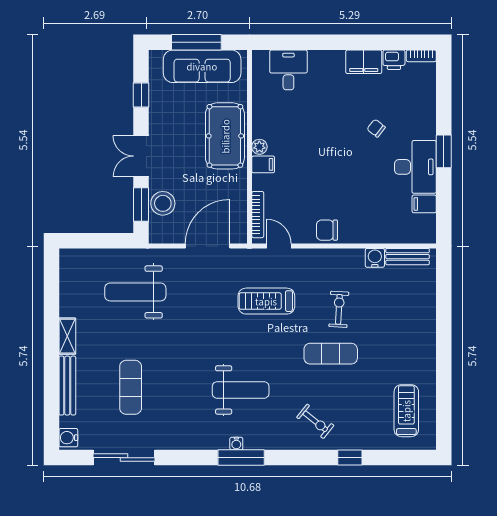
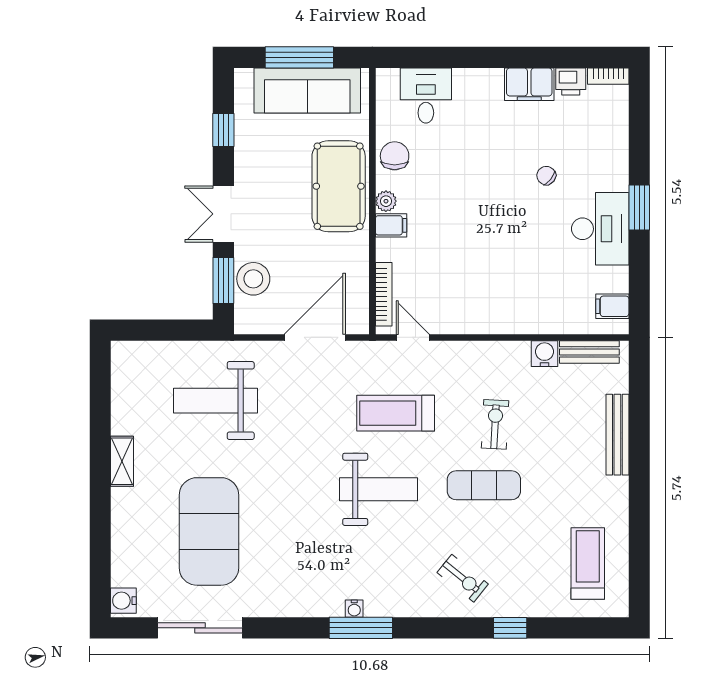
filing cabinet: (424, 204) -> (612, 306), moved
chair: (327, 230) -> (395, 156), moved, turned 90
bench: (67, 386) -> (617, 435), moved
exercise mat: (131, 387) -> (209, 531), width x2.00, depth x1.45
weight bench: (241, 390) -> (379, 489), moved

